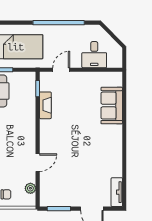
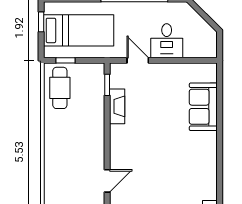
desk: (94, 55) -> (167, 41), moved
door: (61, 70) -> (138, 60), hinge flipped

